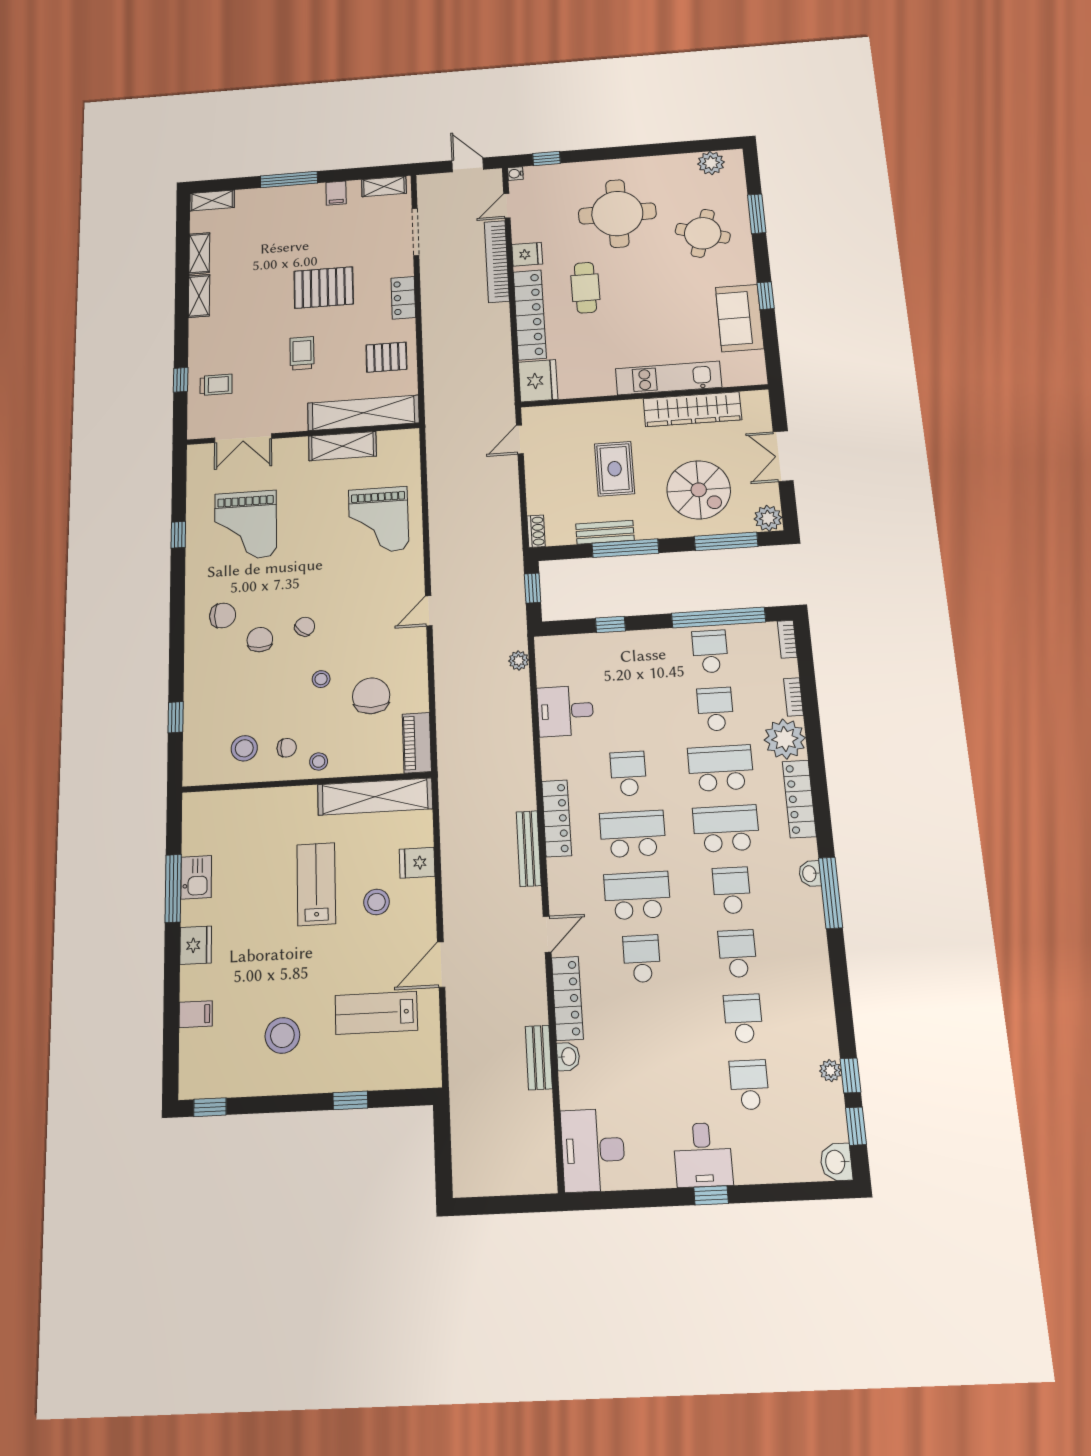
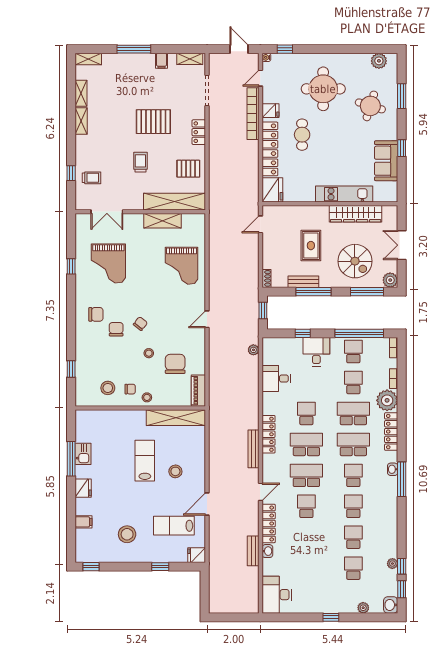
fridge: (417, 863) -> (197, 555), moved
desk: (703, 1155) -> (316, 352), moved, turned 180
plant: (778, 1171) -> (363, 608), added

